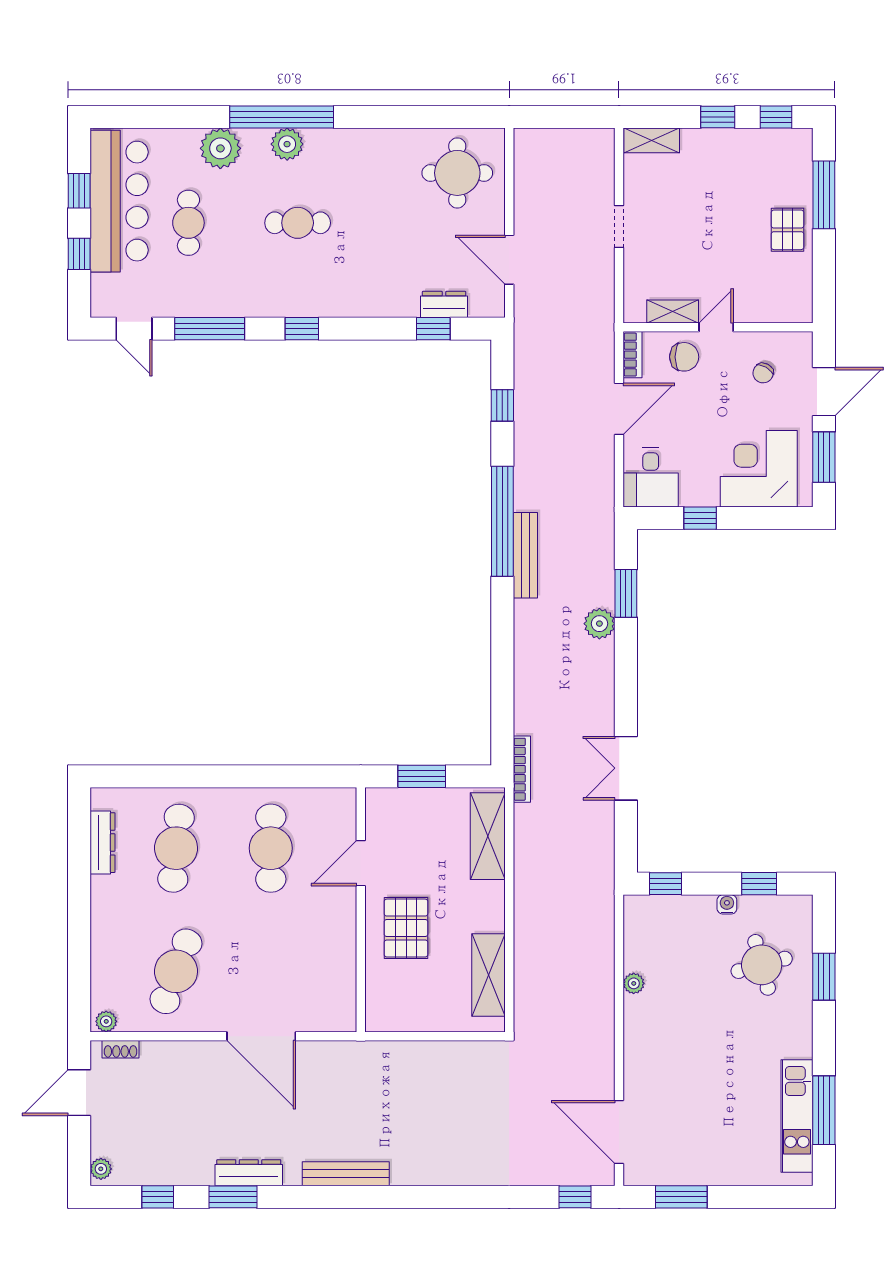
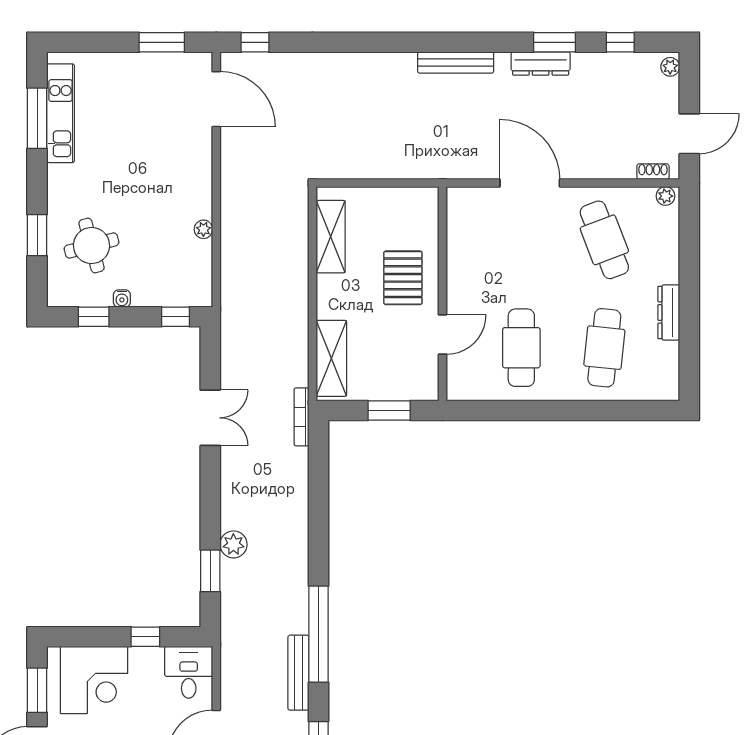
bench: (525, 555) -> (298, 673), moved
dresser: (103, 843) -> (669, 313), moved
cafe table: (176, 971) -> (604, 240), turned -42

